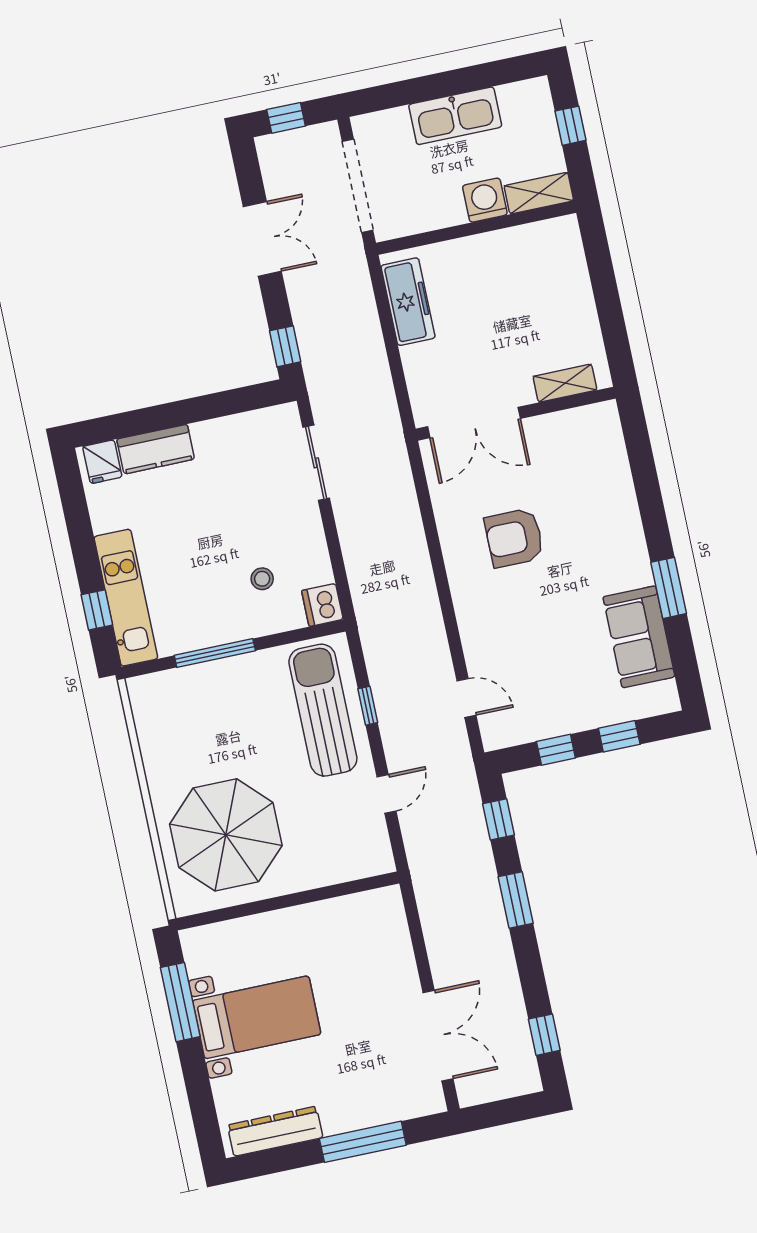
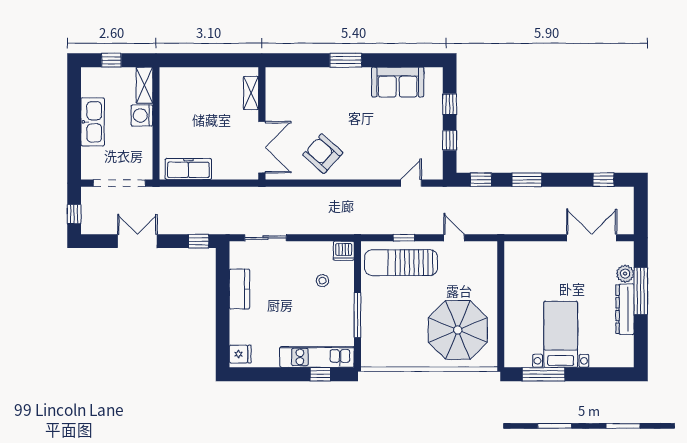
kitchen counter: (156, 449) -> (239, 289), moved
armchair: (514, 538) -> (323, 154), moved, turned 132
window: (669, 588) -> (346, 60), moved
plant: (387, 1108) -> (625, 274), added
dresser: (275, 1131) -> (625, 309), moved

